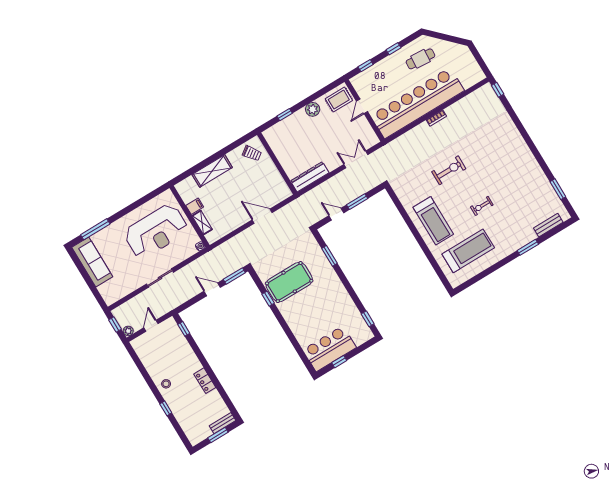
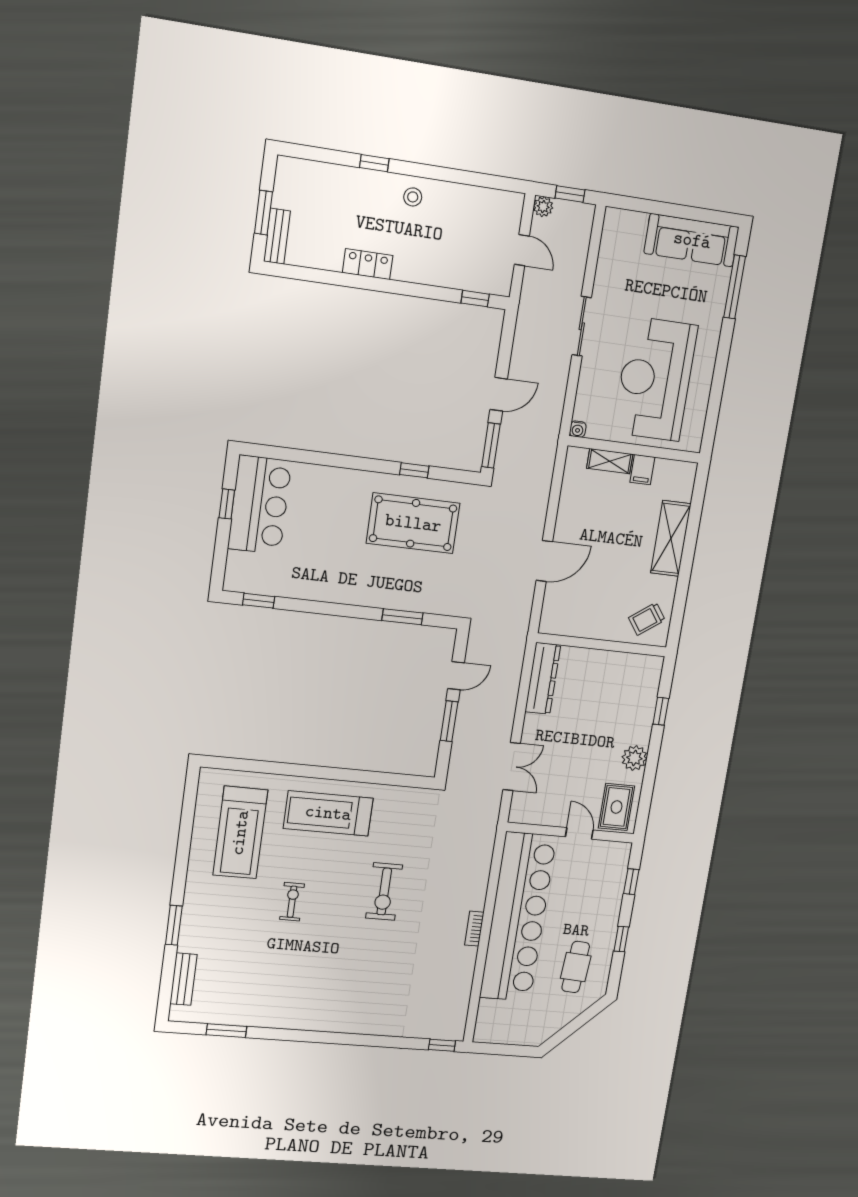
pool table: (289, 282) -> (413, 523), turned 90

